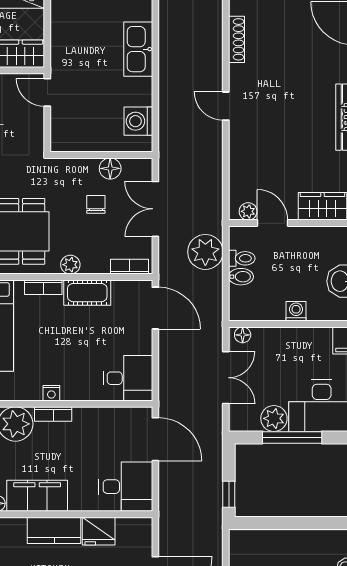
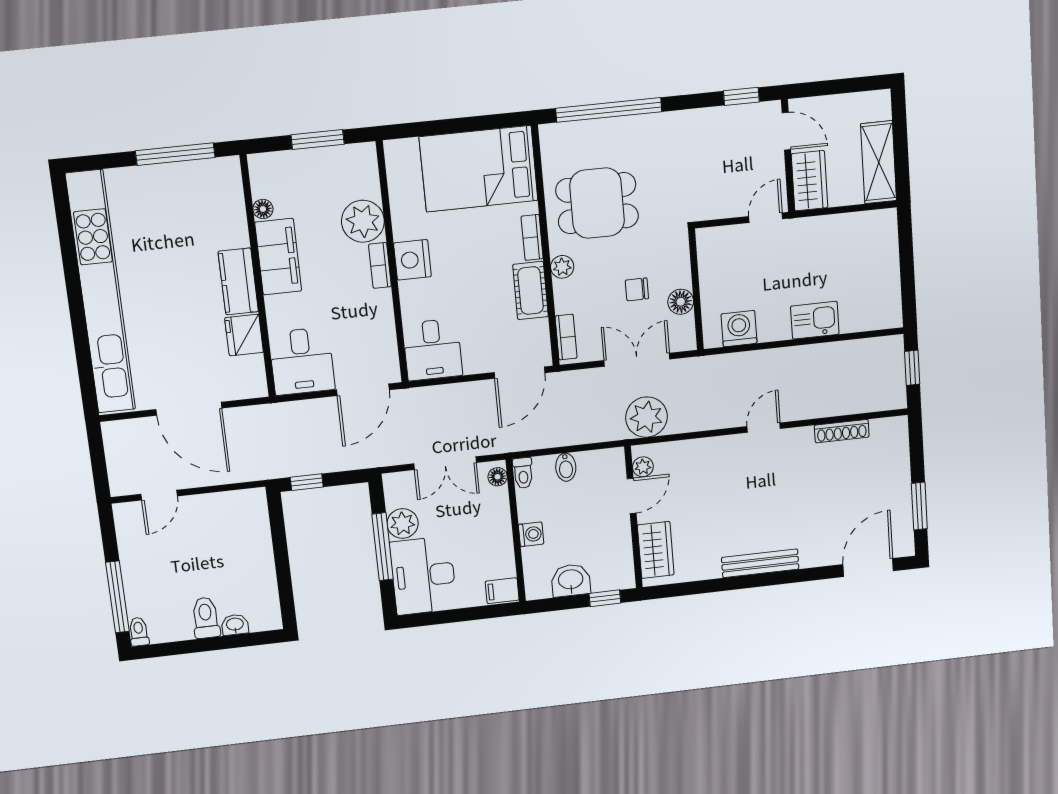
kitchen sink: (138, 49) -> (815, 320), width x0.73
chair: (96, 204) -> (637, 289), turned 180
plant: (205, 252) -> (646, 417), moved
toilet: (242, 258) -> (523, 473), moved
nightstand: (51, 393) -> (412, 260), width x1.89, depth x1.79

